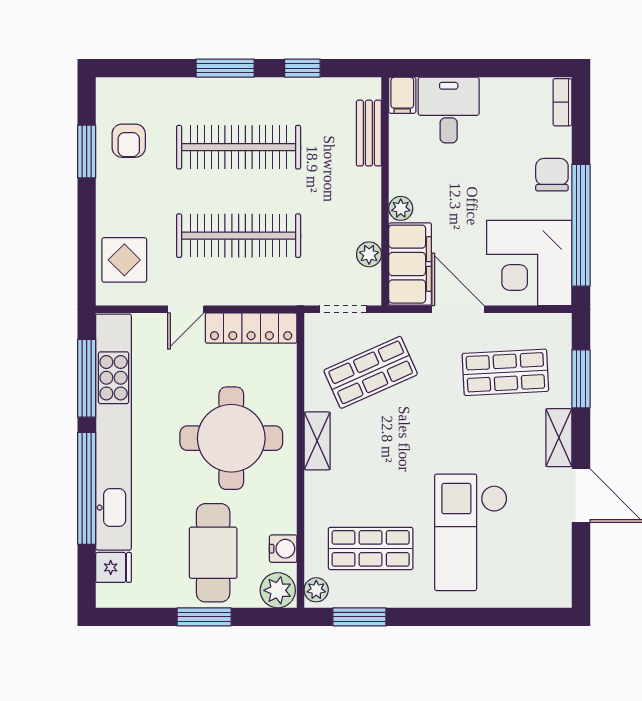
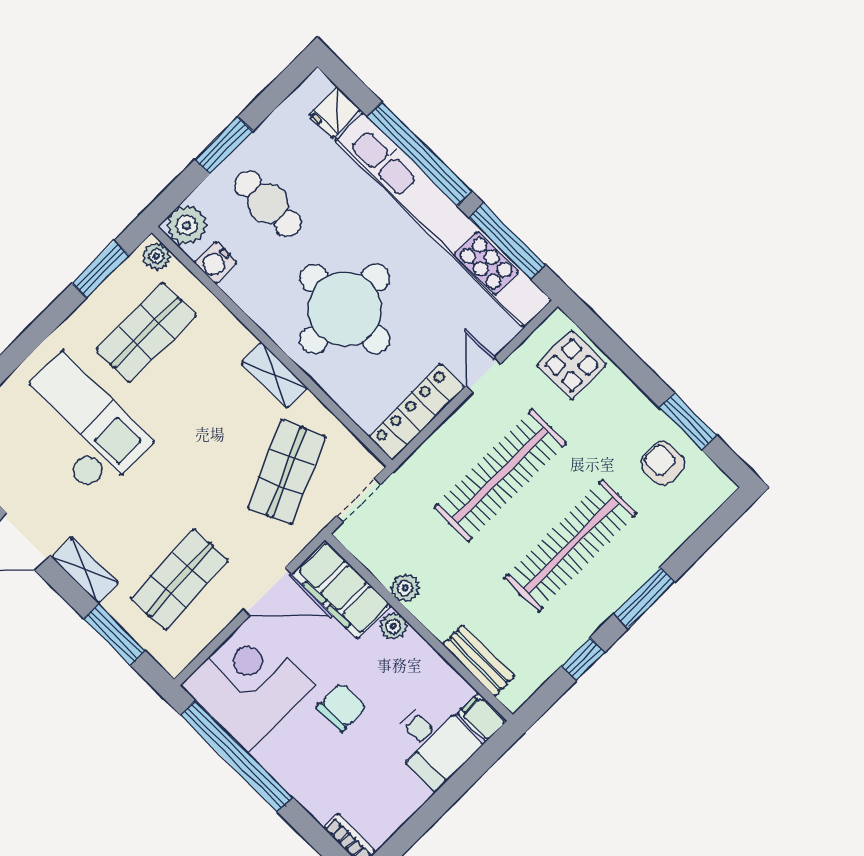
chair: (552, 175) -> (341, 707), moved, turned -90
plant: (369, 254) -> (405, 588), moved
cafe table: (213, 553) -> (268, 203), width x0.73, depth x0.74

